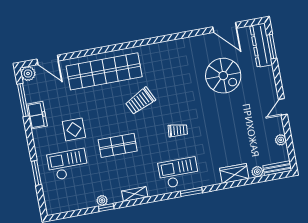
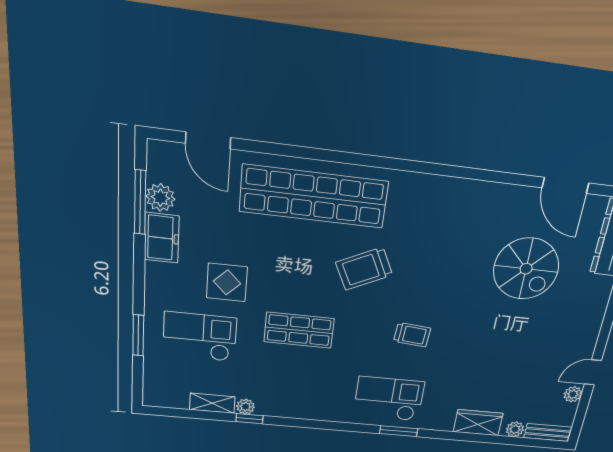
plant: (28, 74) -> (160, 198), moved
door: (283, 107) -> (593, 372), moved
shelving: (135, 194) -> (212, 403), moved

